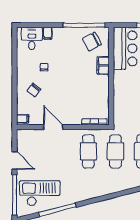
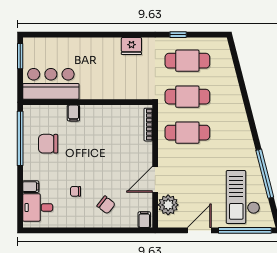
chair: (92, 42) -> (48, 144), moved, turned 118
filing cabinet: (103, 65) -> (73, 113), width x0.50
plant: (34, 137) -> (168, 205), added

